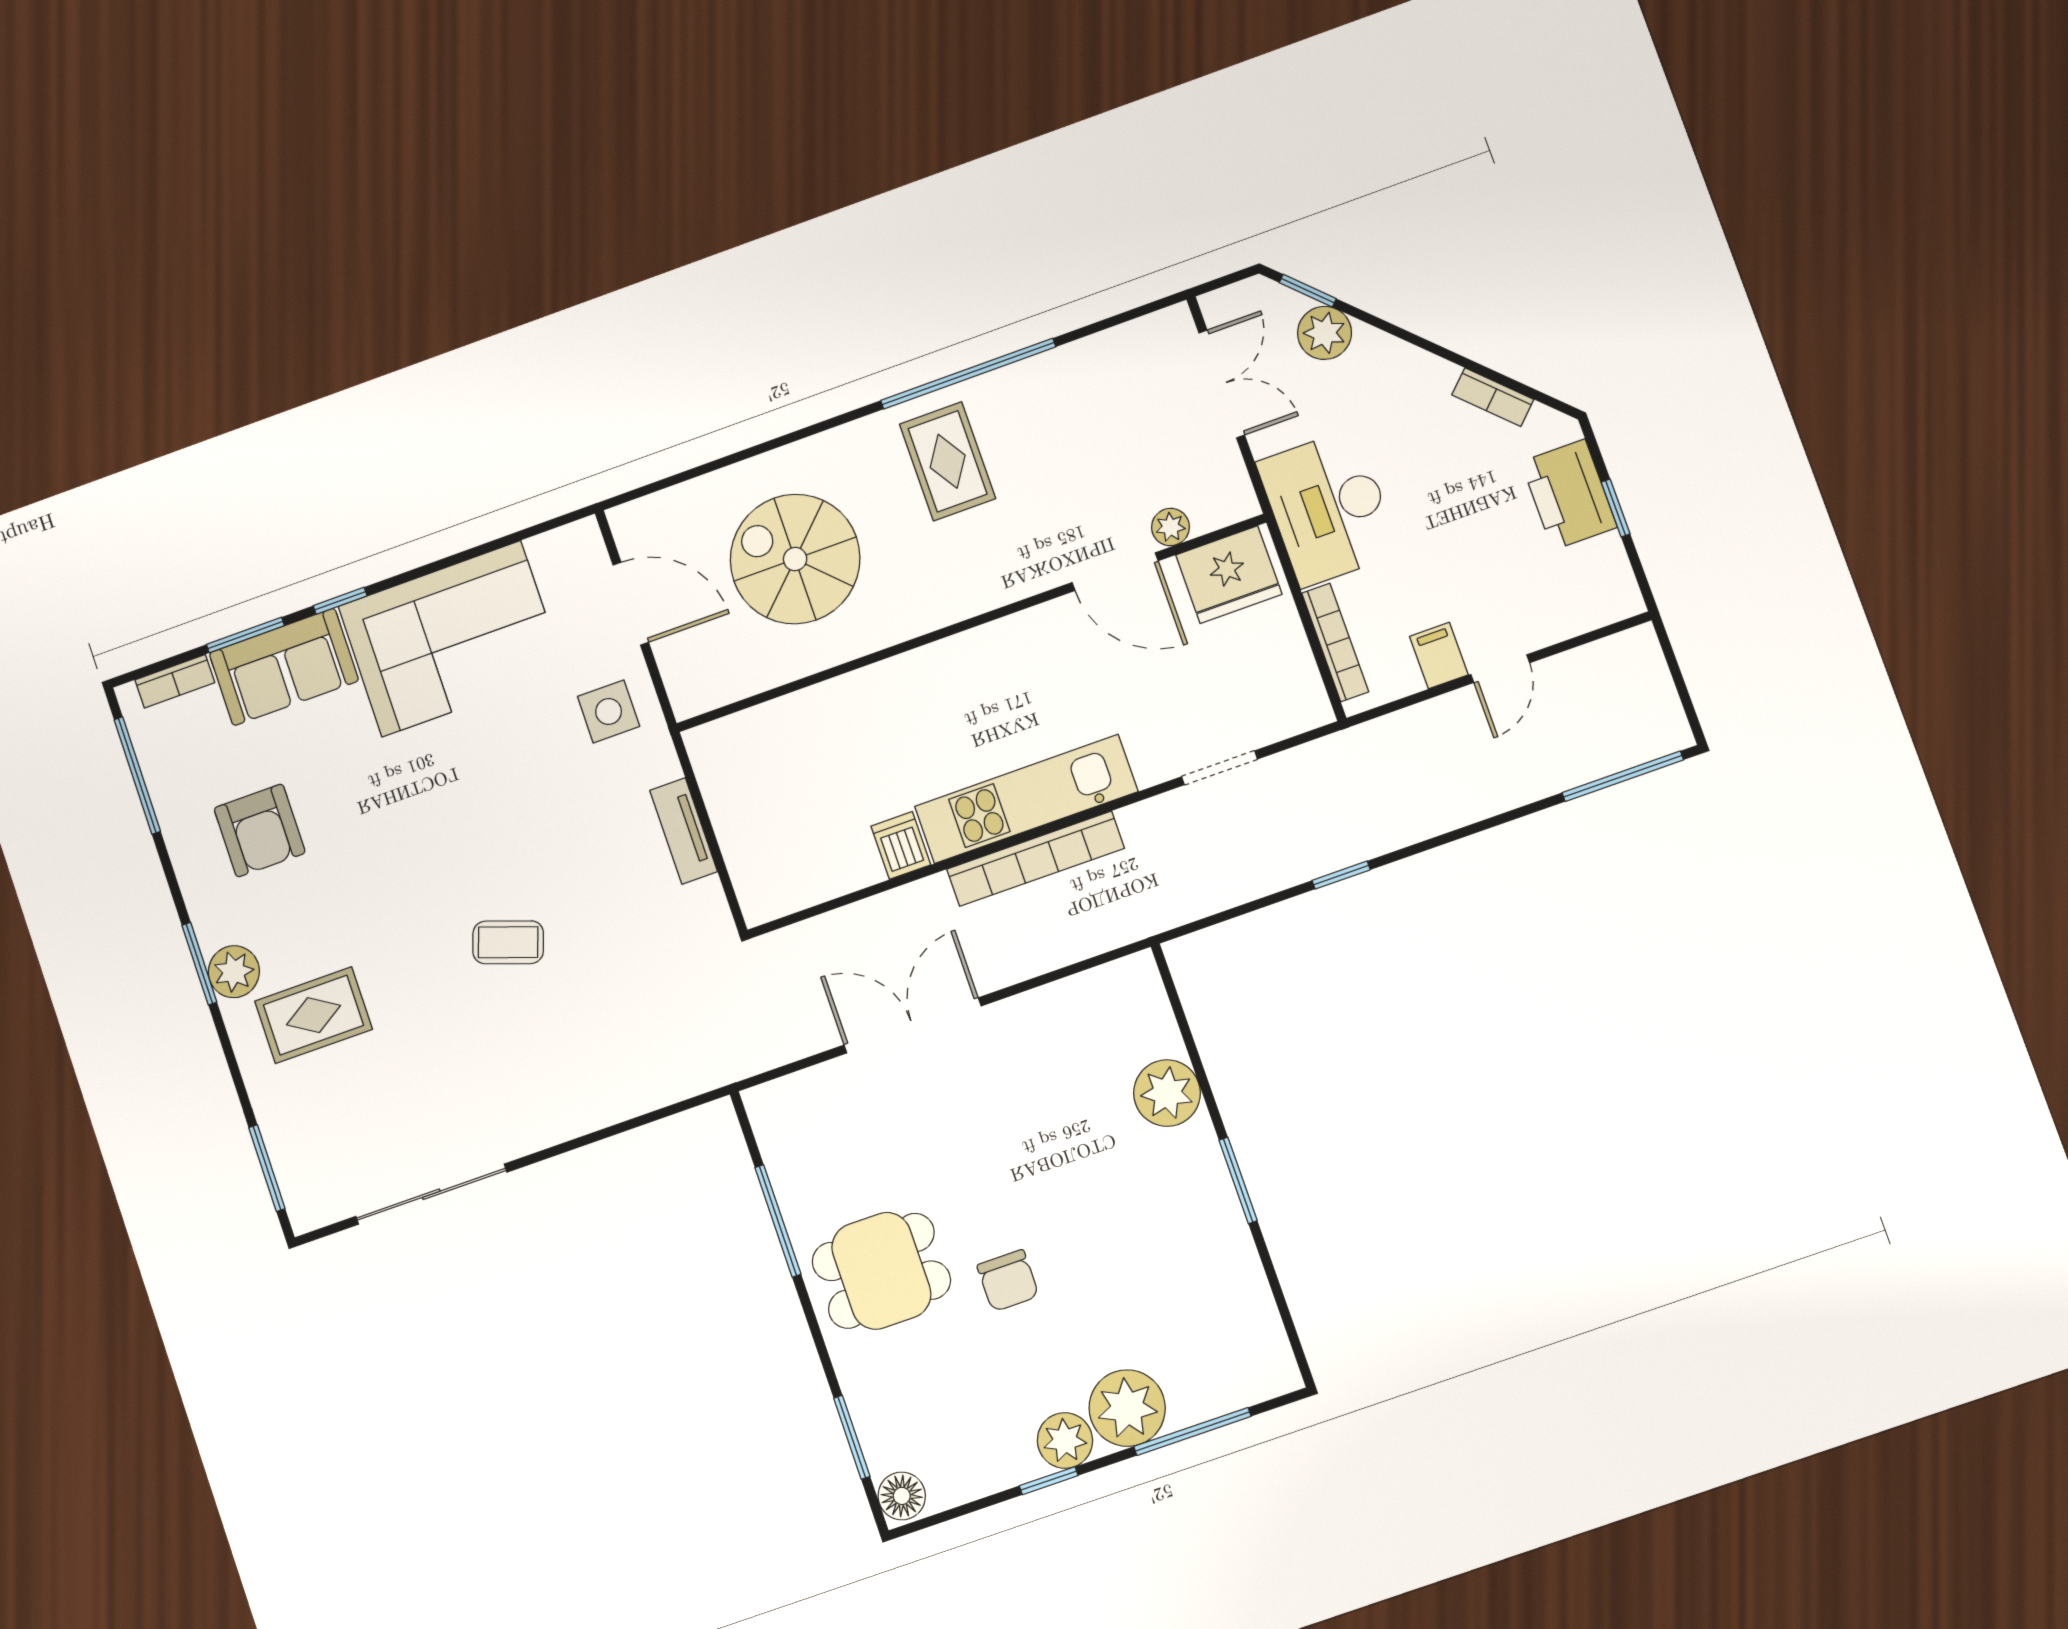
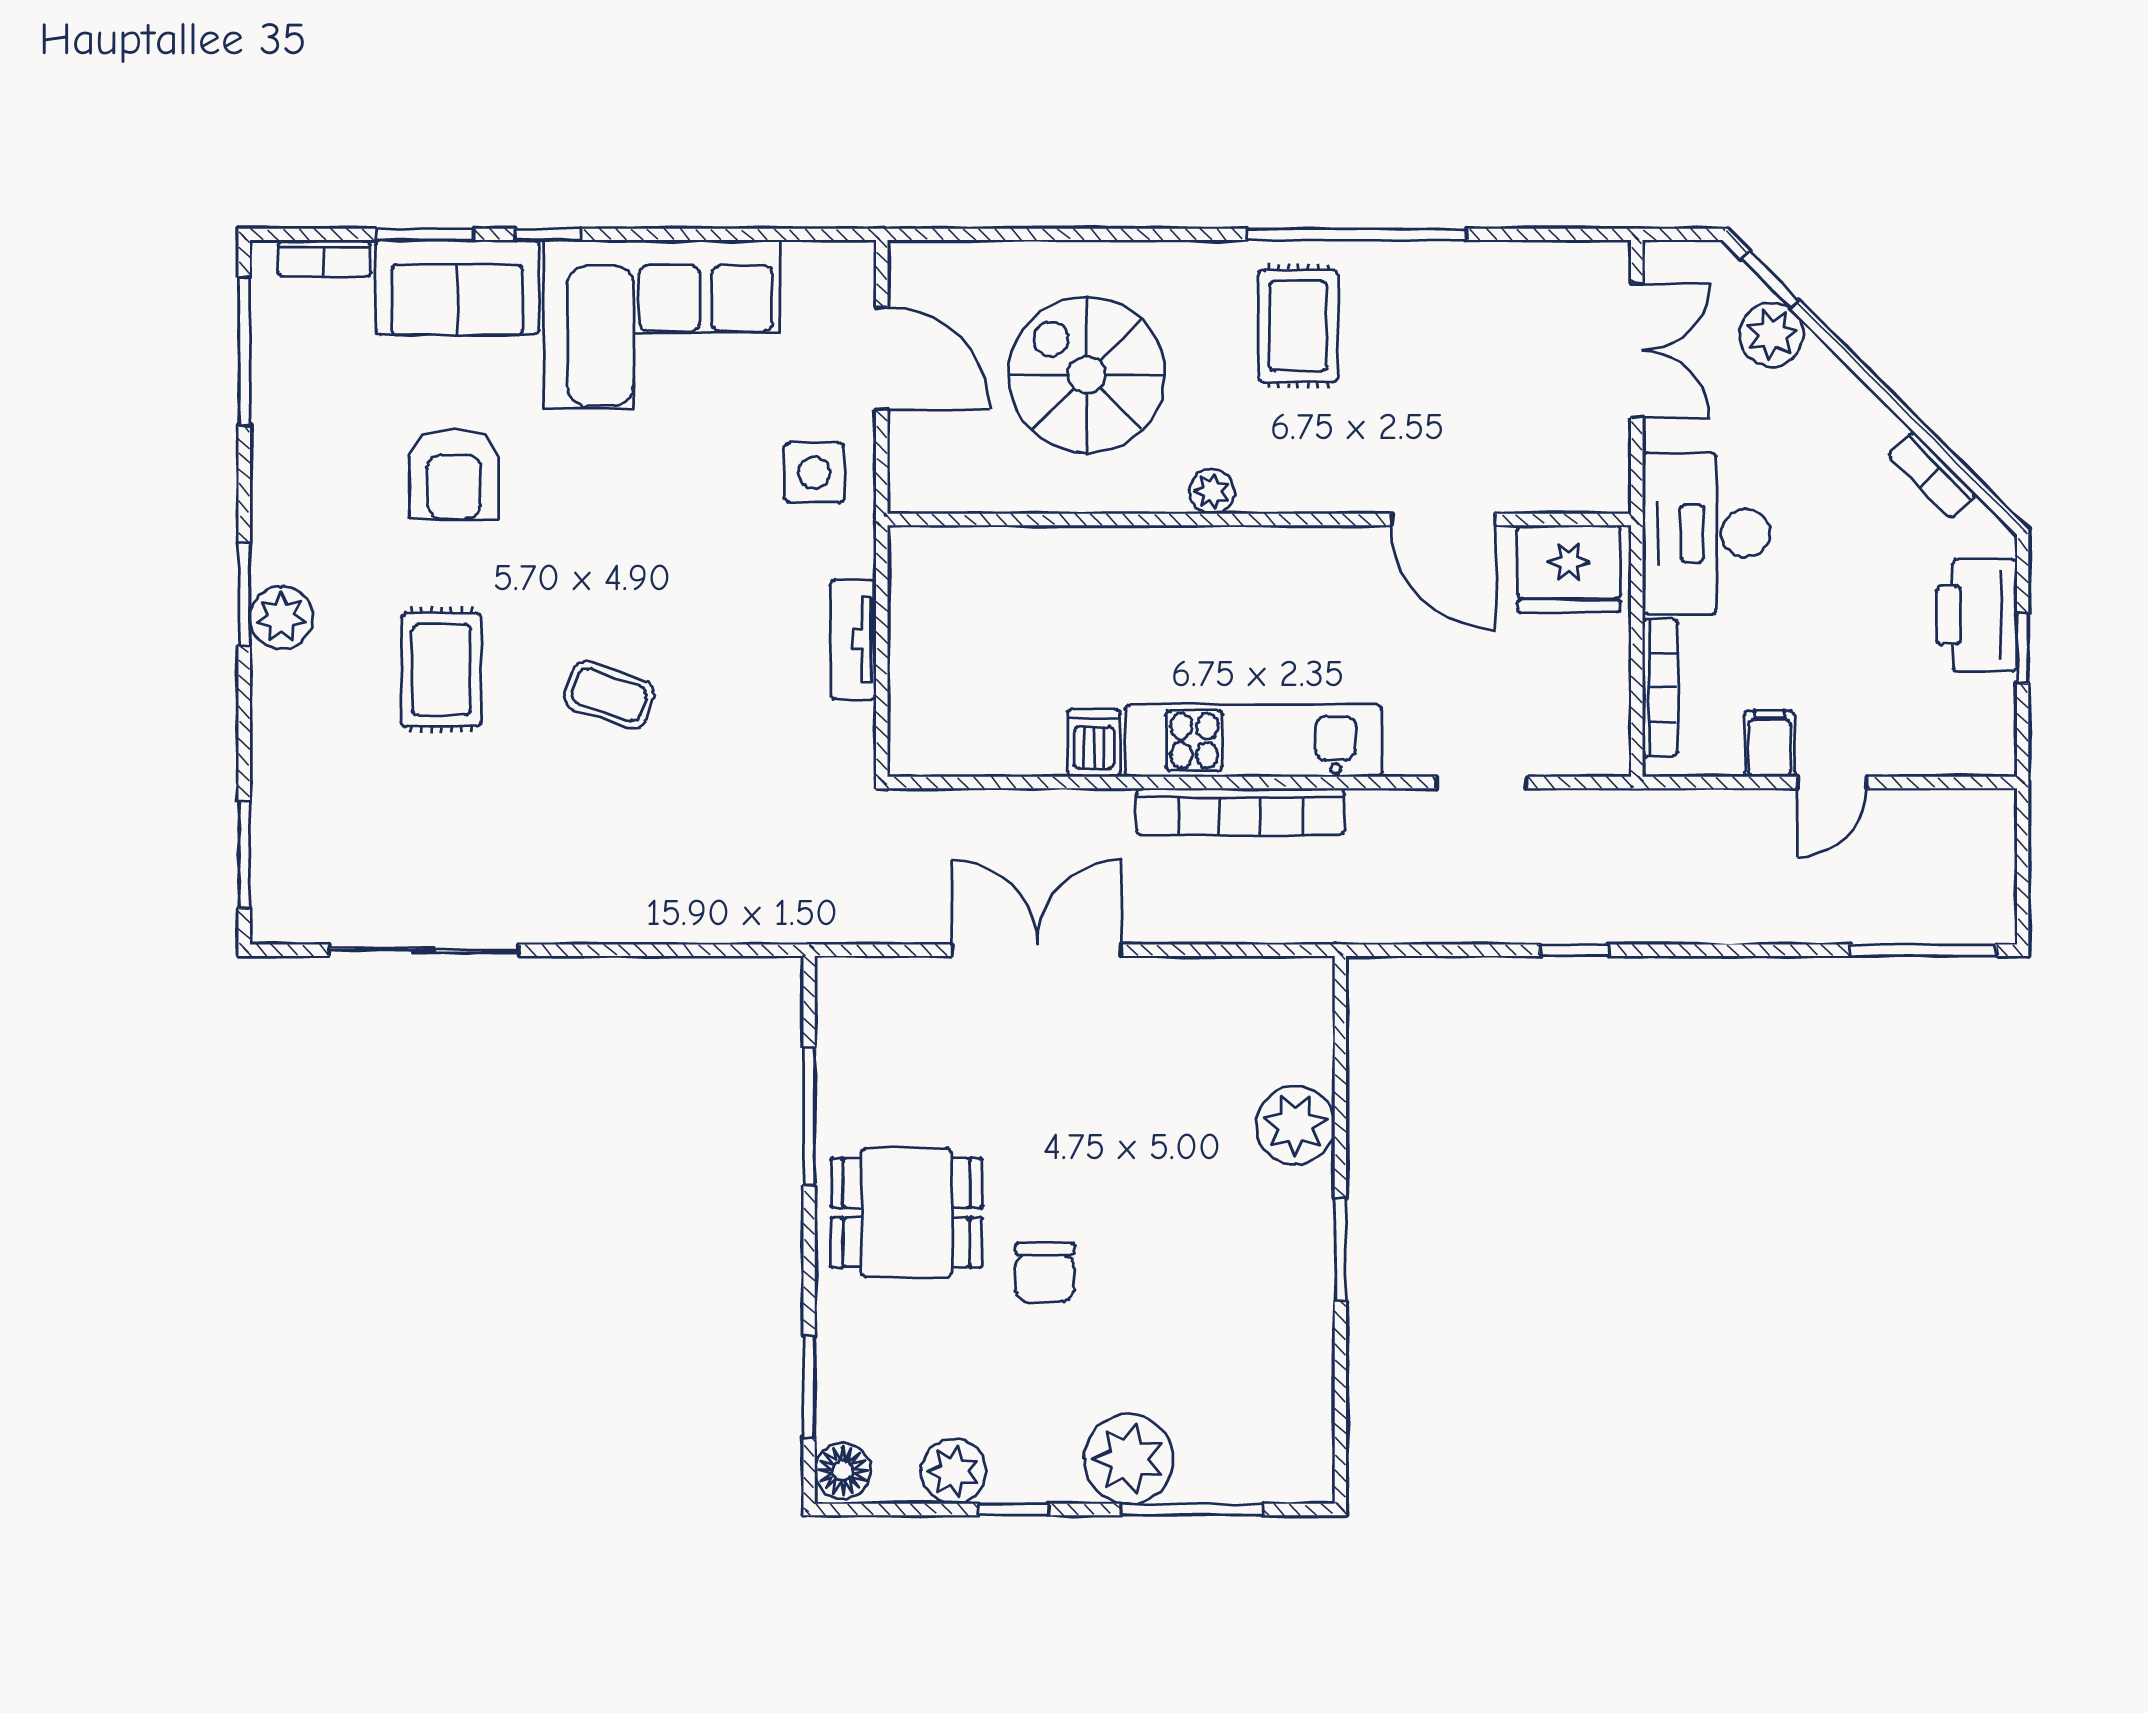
plant: (1170, 527) -> (1212, 492), moved
armchair: (260, 830) -> (454, 474), moved
rug: (313, 1015) -> (441, 670), moved, turned 90
plant: (1065, 1440) -> (953, 1471), moved

